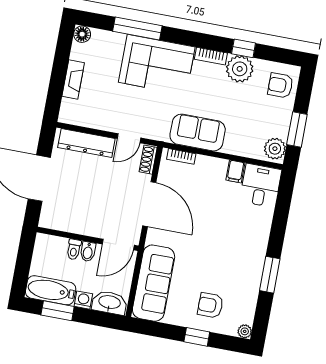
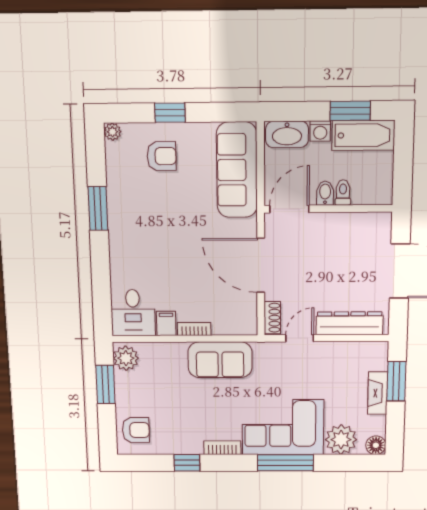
window: (137, 29) -> (285, 463), moved
plant: (240, 69) -> (341, 440), moved
window: (56, 87) -> (396, 381), added
bookcase: (181, 156) -> (194, 329), moved

